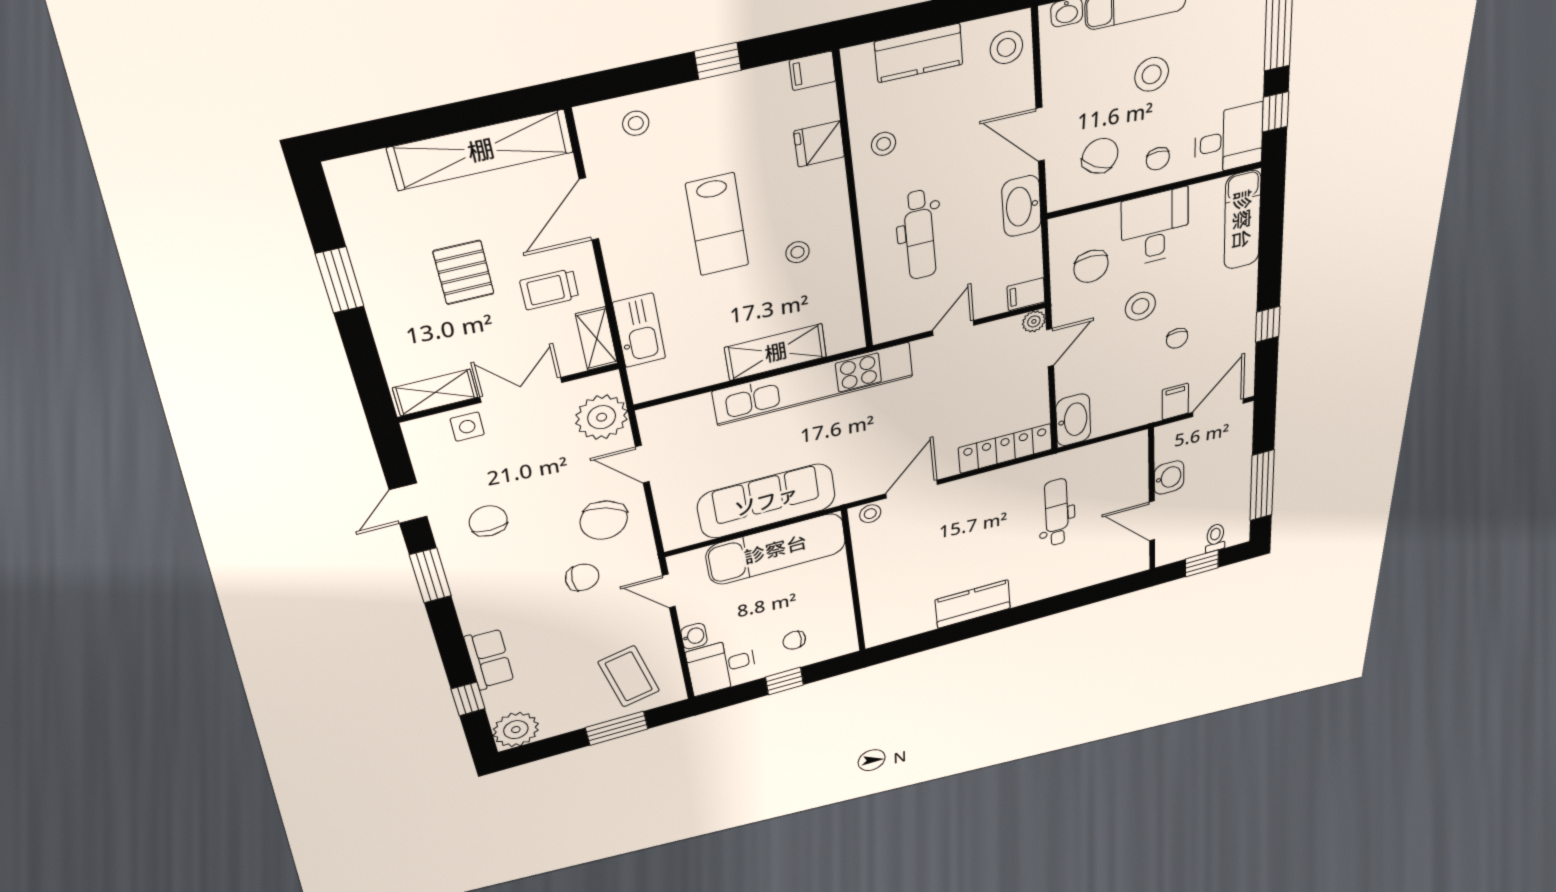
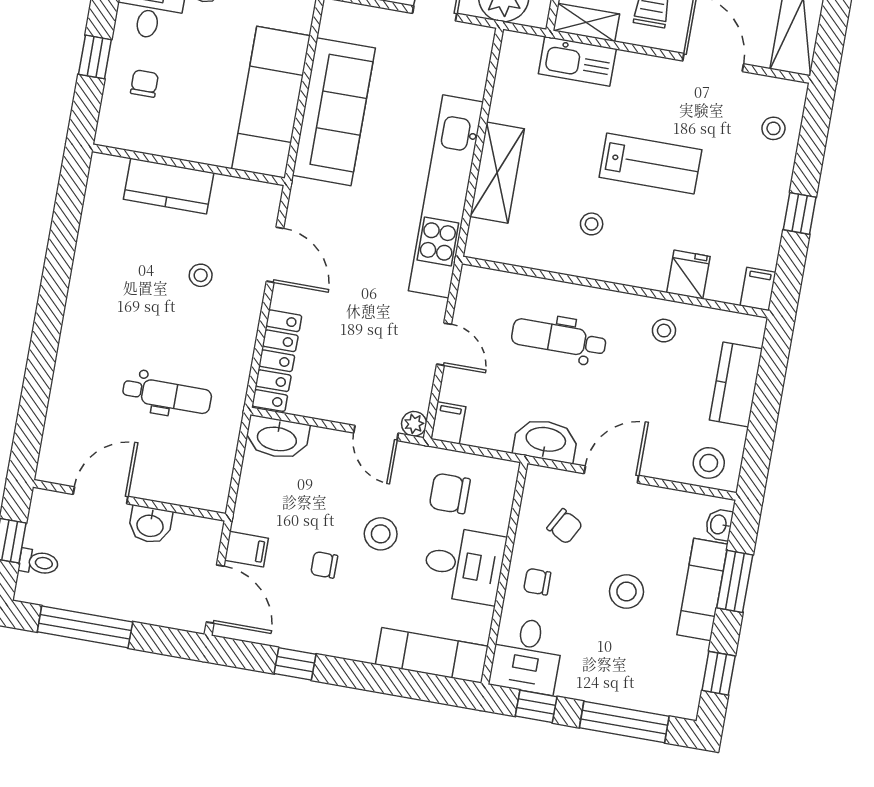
chair: (1100, 156) -> (565, 526), width x0.73, depth x0.73
lab bench: (717, 225) -> (650, 163), turned 180
stool: (870, 514) -> (201, 275), moved
kitchen counter: (973, 604) -> (169, 186), moved, turned 90

